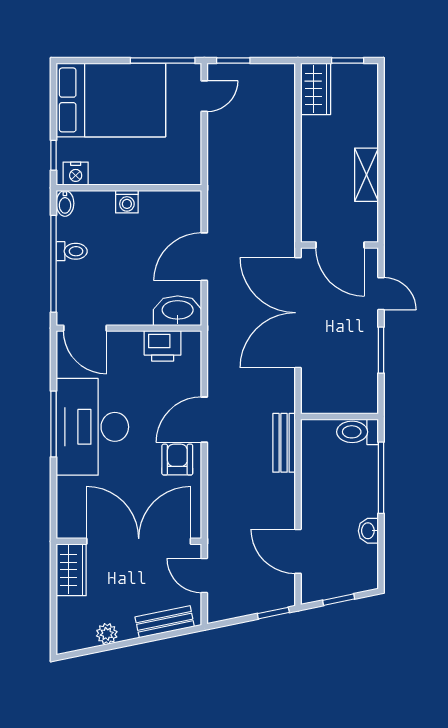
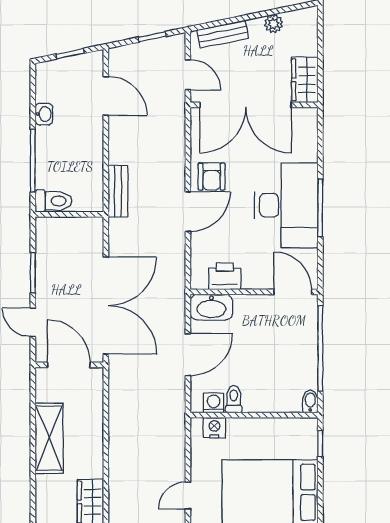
nightstand: (76, 174) -> (214, 428), moved
shelving: (367, 175) -> (49, 438), width x1.50, depth x1.33
washing machine: (127, 202) -> (214, 403), moved
toilet: (72, 251) -> (234, 399), moved, turned 90
window: (273, 613) -> (152, 37), moved

